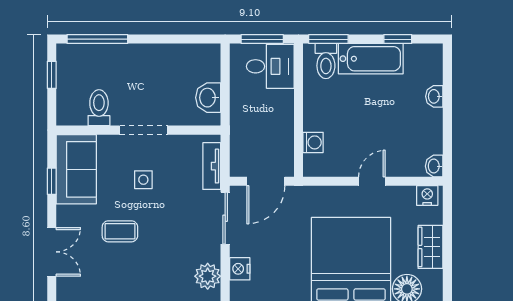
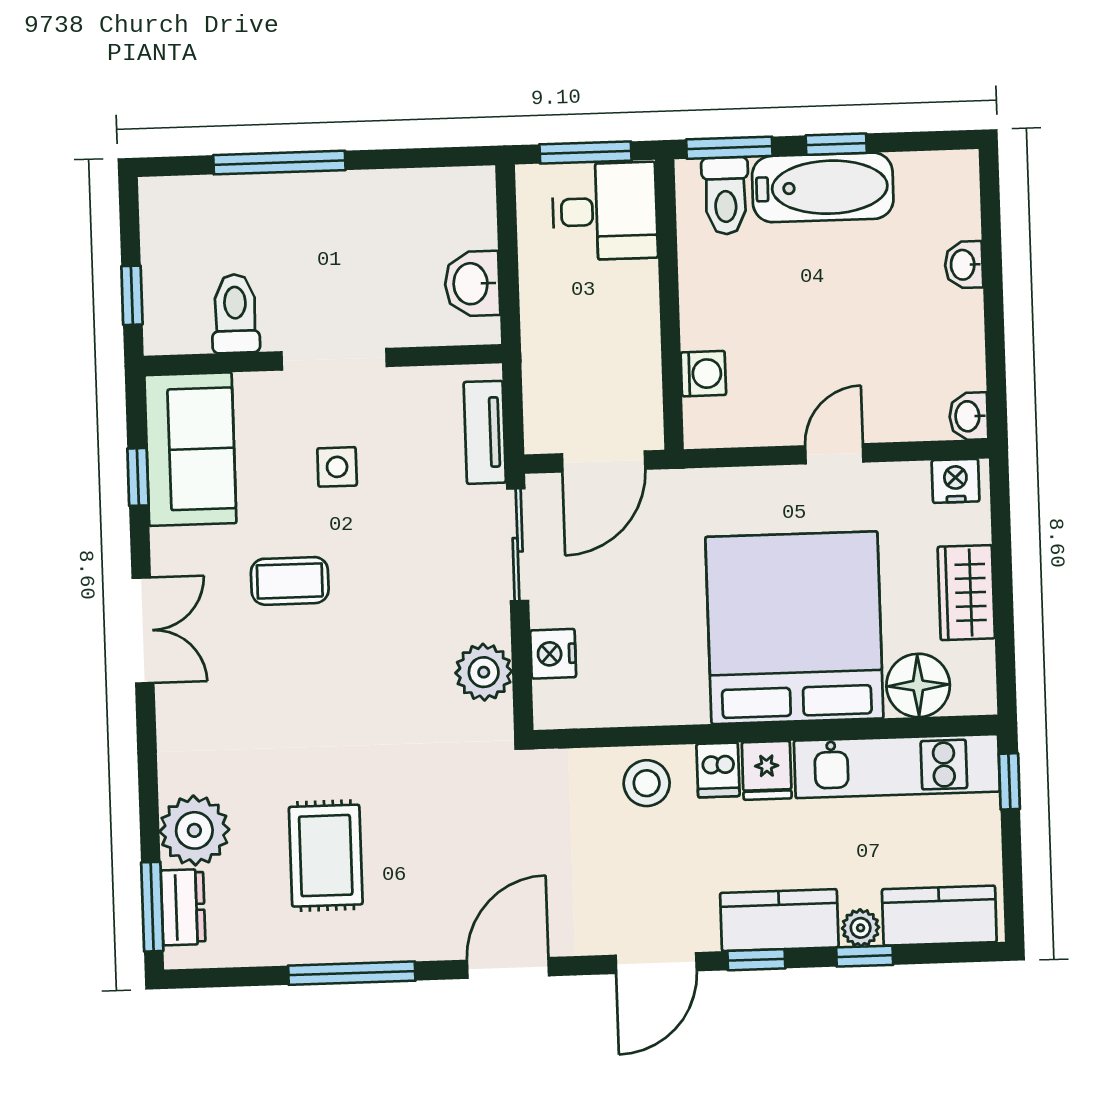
window: (97, 39) -> (279, 163), moved
window: (398, 39) -> (836, 144), moved
window: (52, 75) -> (132, 295), moved

